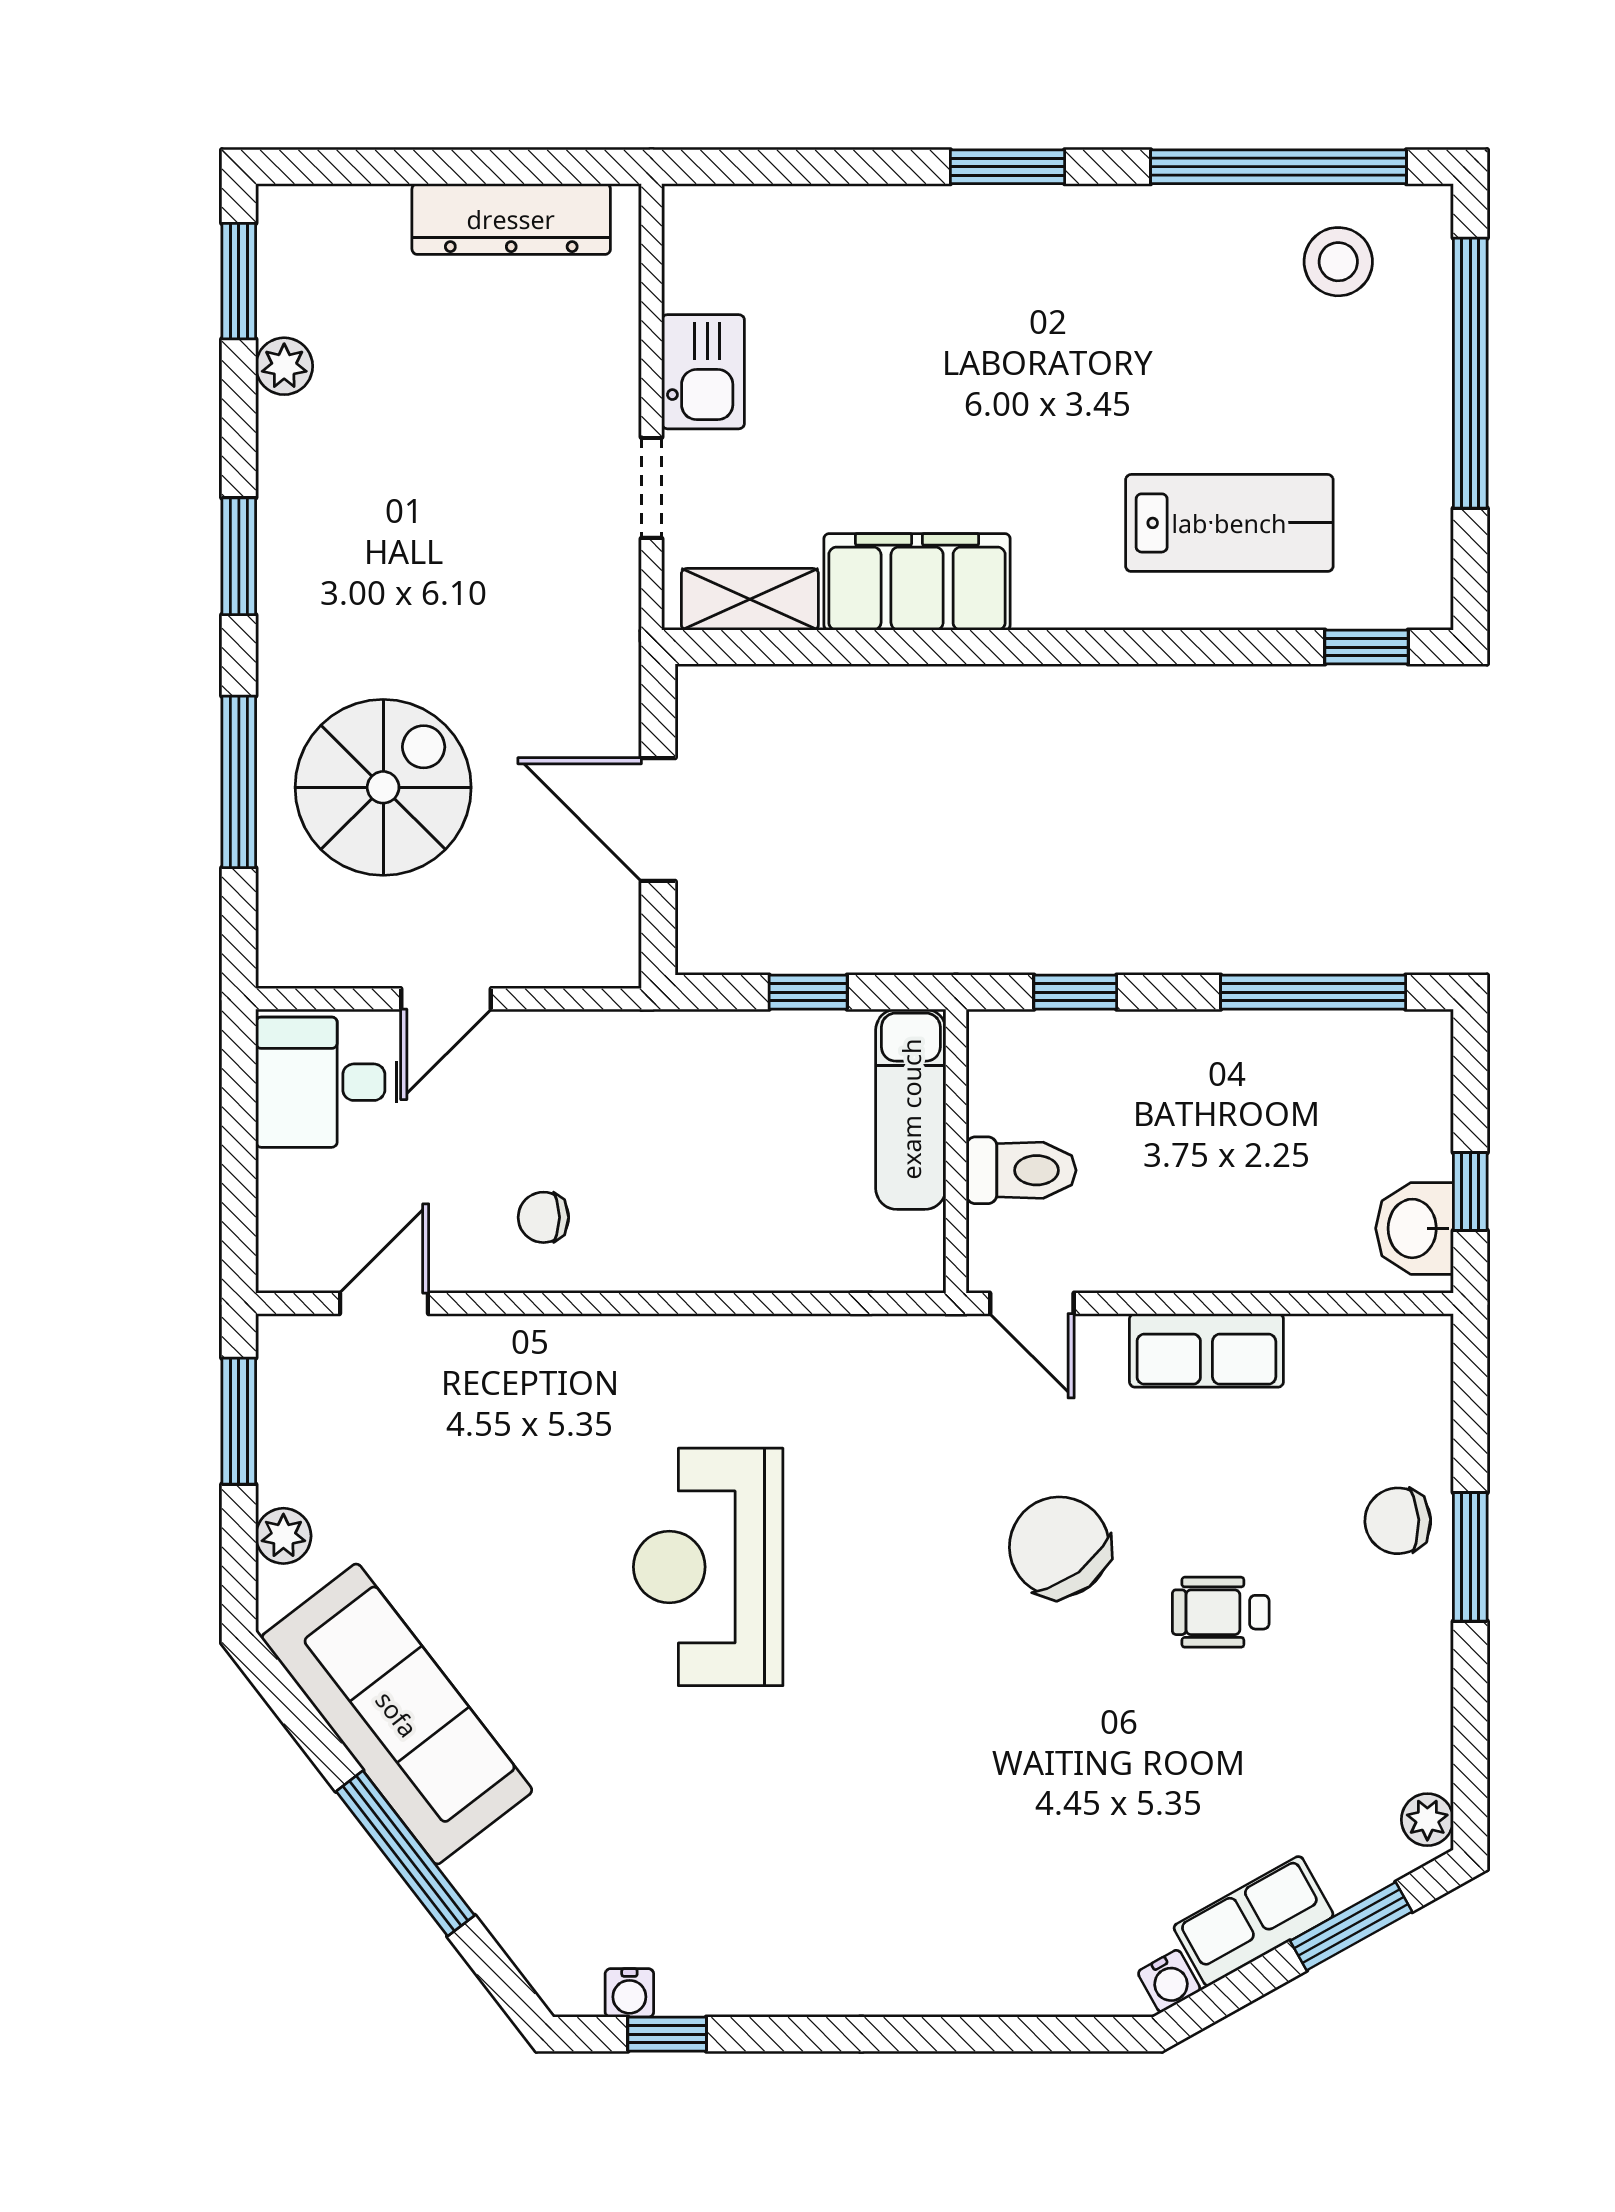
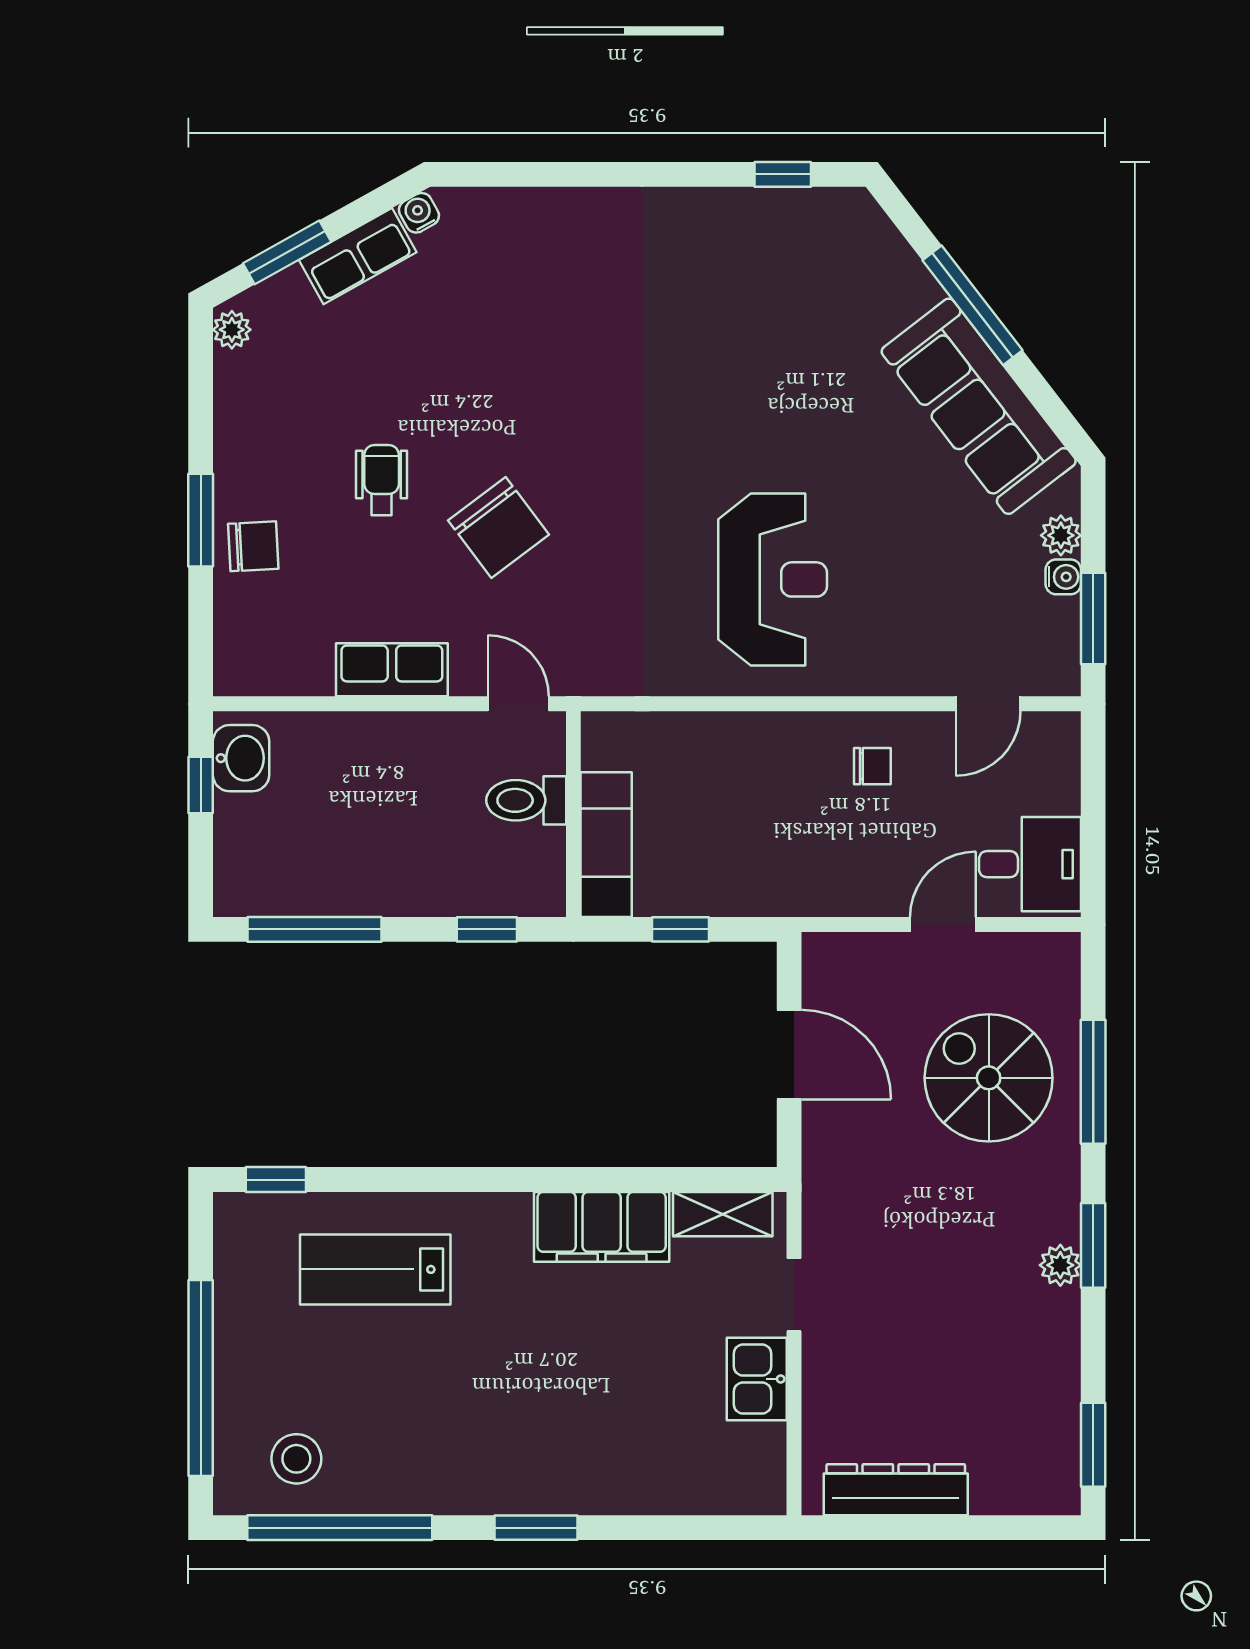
plant: (284, 366) -> (1060, 1265), moved
spiral stairs: (383, 787) -> (989, 1078), turned 90
reception desk: (708, 1567) -> (773, 579), moved
wheelchair: (1221, 1612) -> (382, 480), turned -90
water cooler: (629, 1993) -> (1063, 577), moved, turned 90

